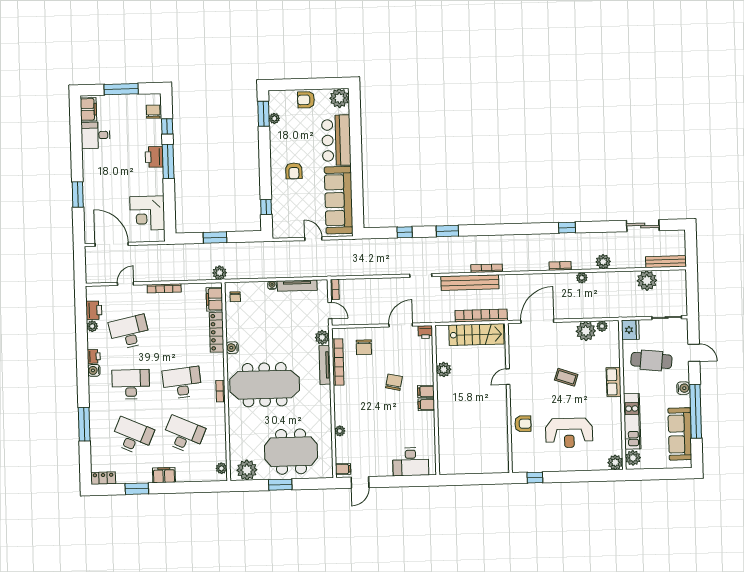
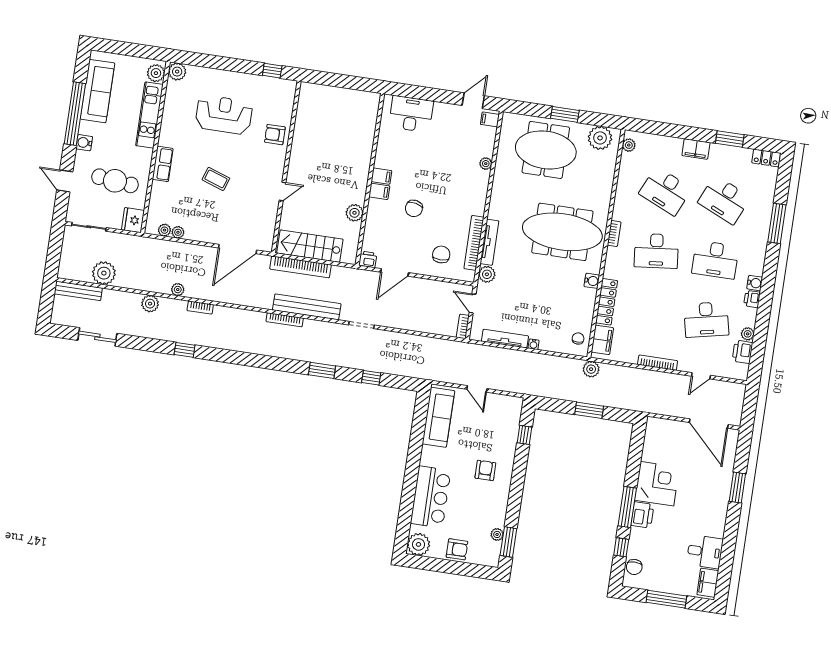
sofa: (339, 200) -> (438, 417), width x0.74, depth x0.79
corner desk: (147, 213) -> (657, 484), moved
plant: (586, 331) -> (178, 232), width x0.53, depth x0.53

